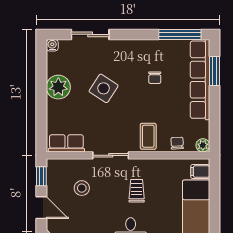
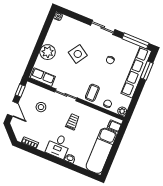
sliding door: (90, 34) -> (103, 27), moved
plant: (58, 87) -> (48, 52), moved

